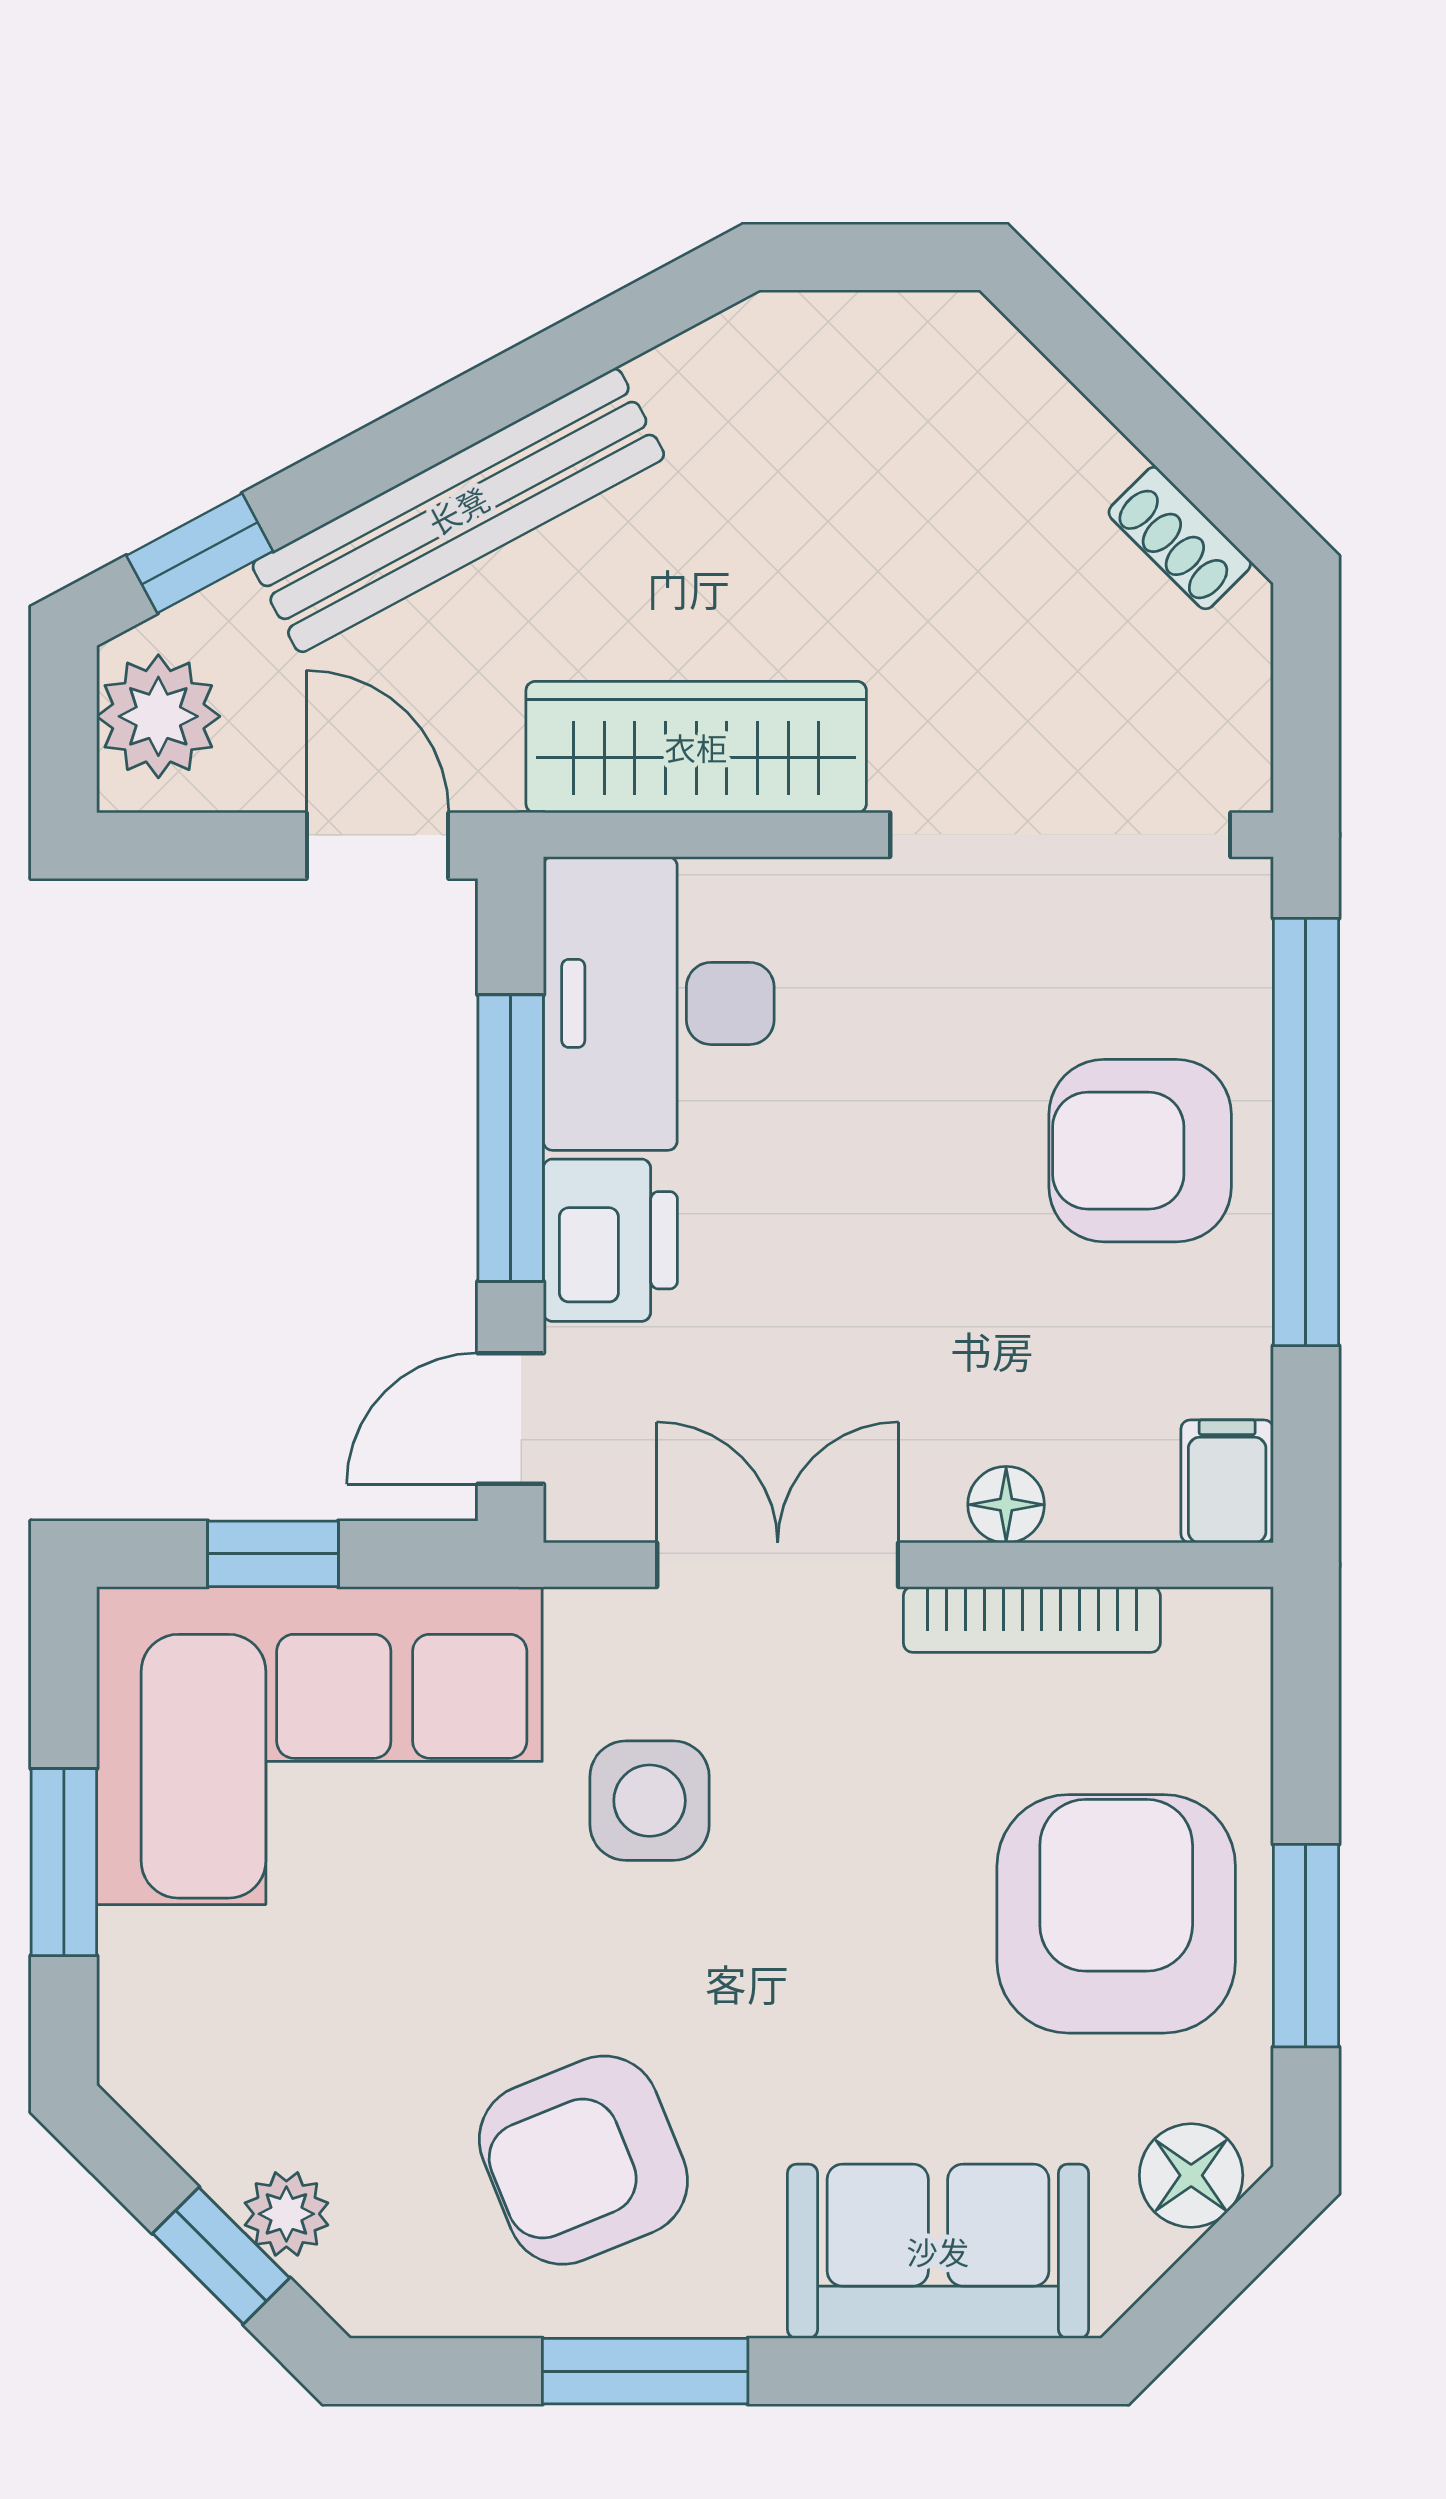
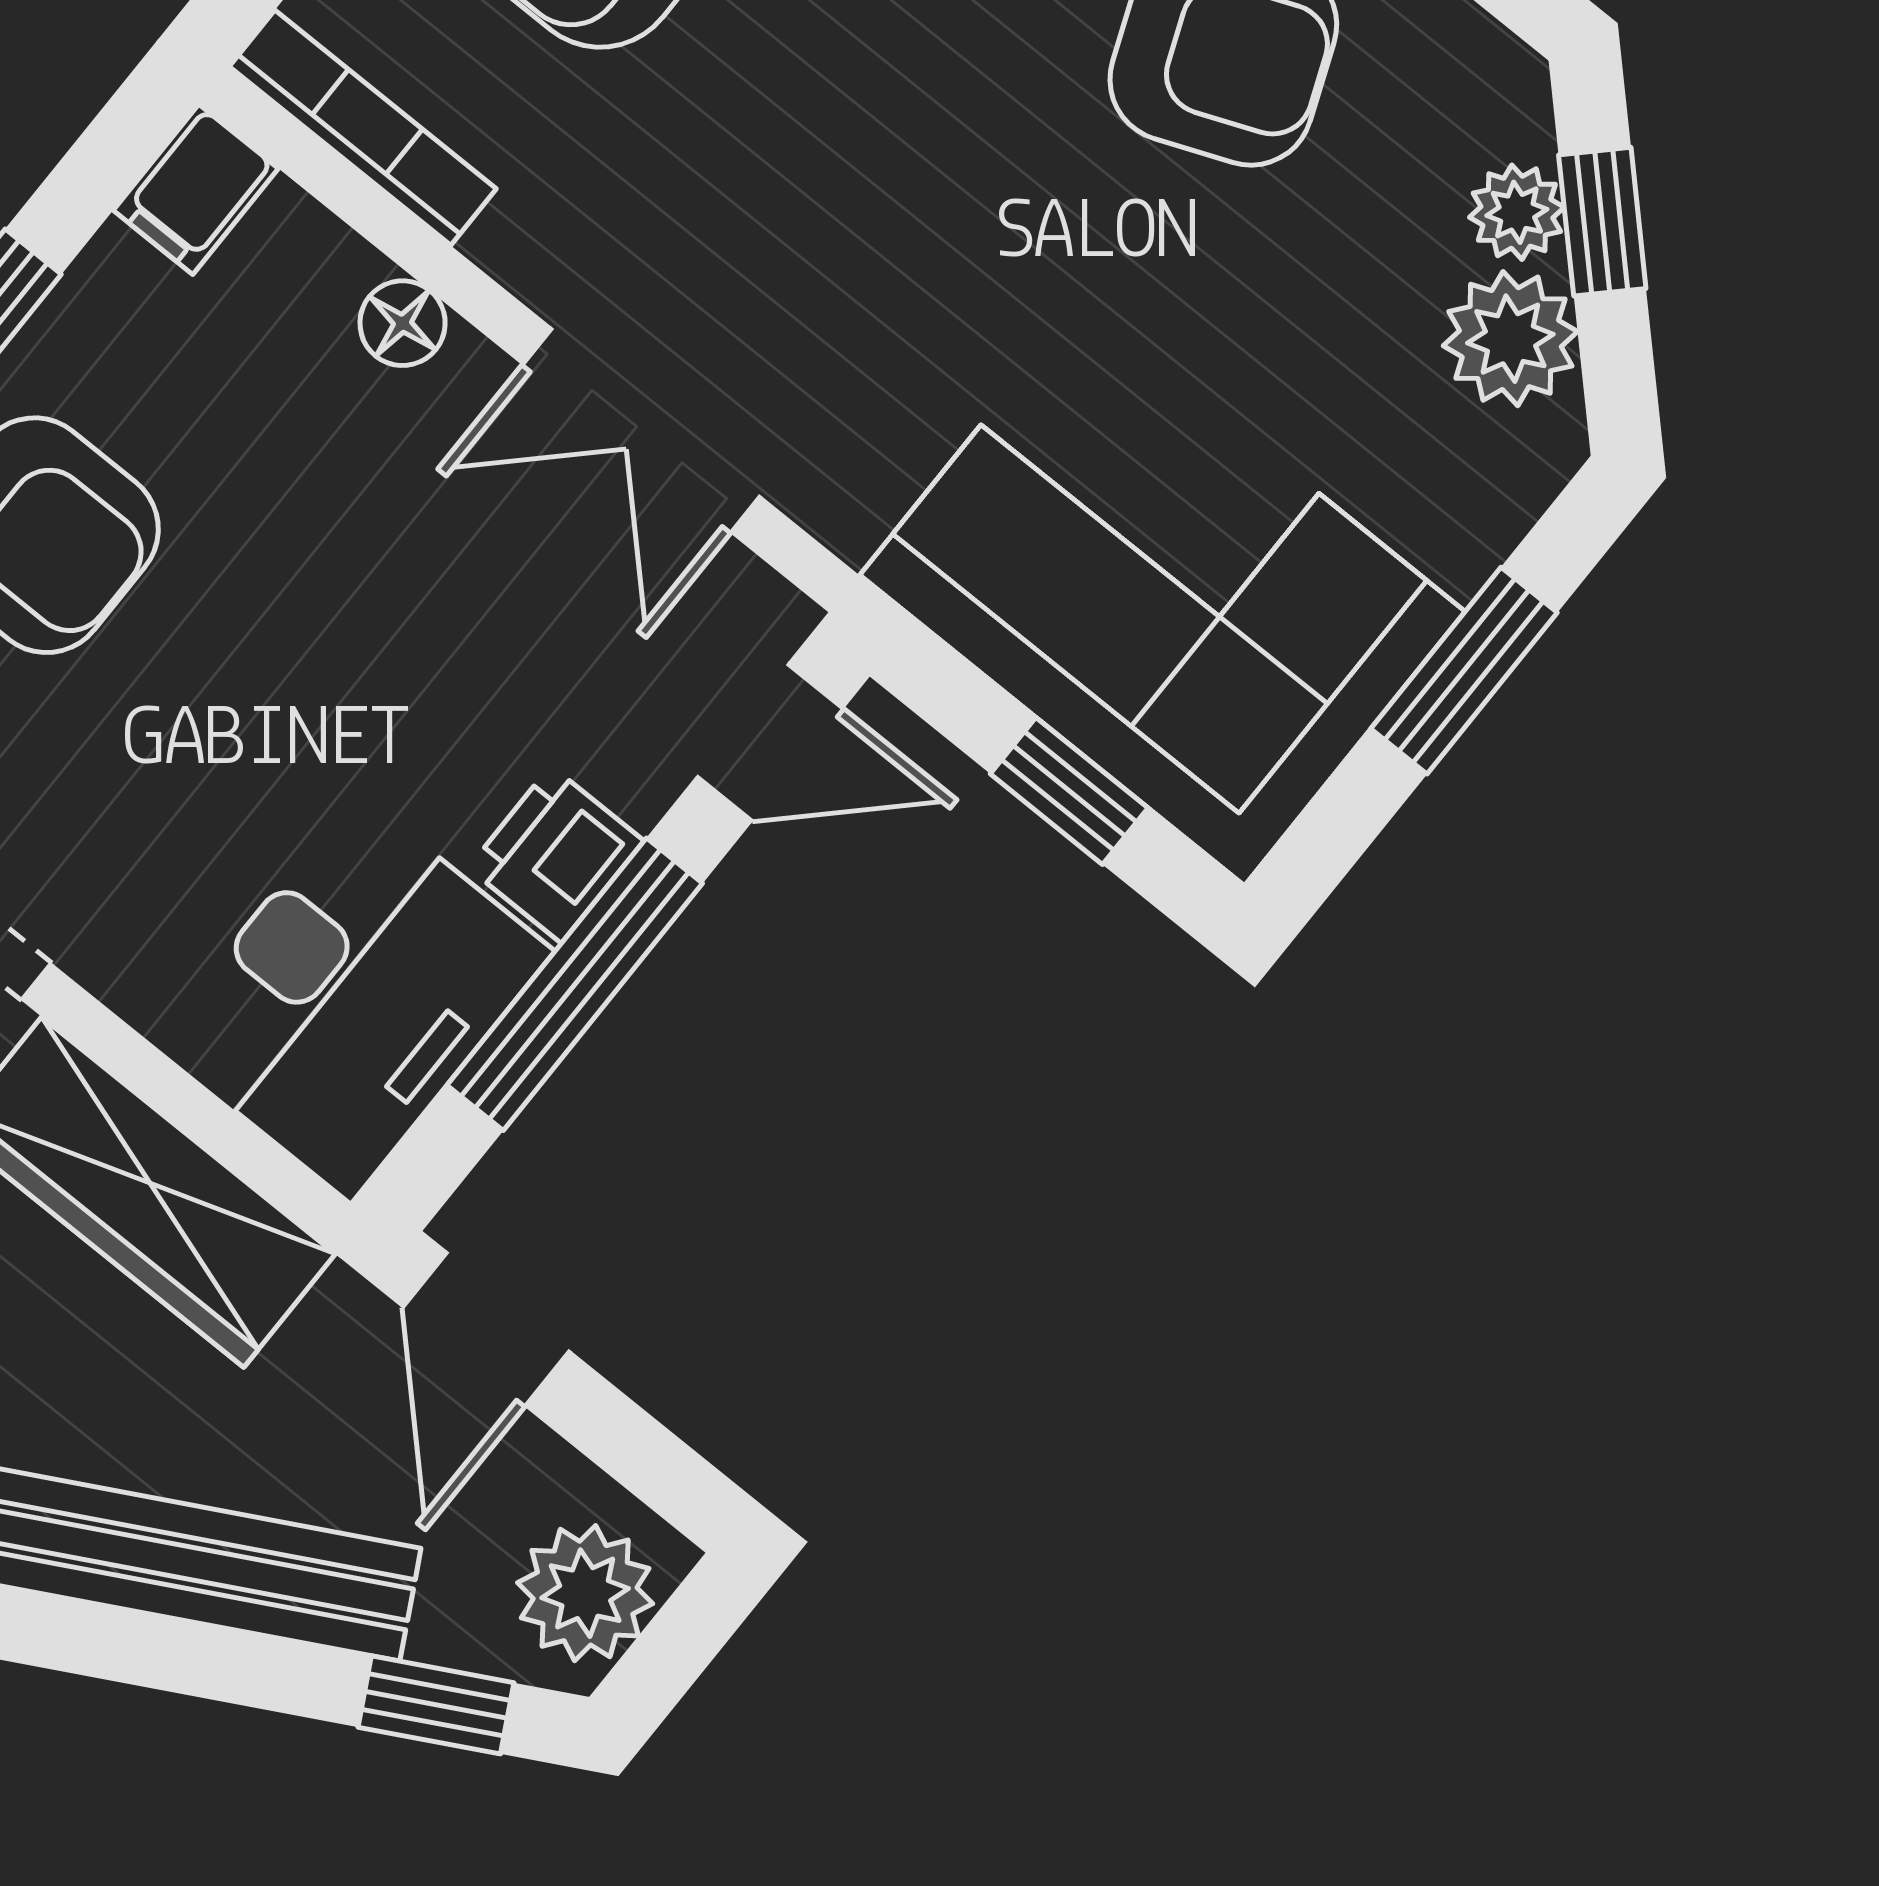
printer: (610, 1240) -> (556, 854), width x0.73, depth x0.81
bookcase: (1032, 1619) -> (363, 128), moved
side table: (650, 1801) -> (916, 316), removed
plant: (219, 2122) -> (1510, 339), added

